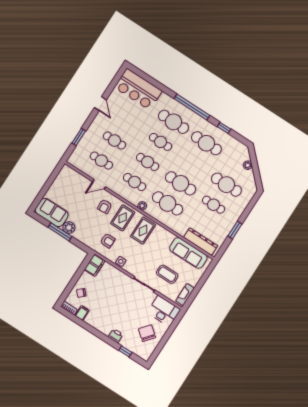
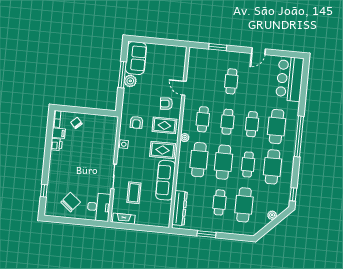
window: (224, 128) -> (293, 194), moved
cafe table: (101, 161) -> (248, 165), moved
sofa: (188, 253) -> (166, 180), moved
filing cabinet: (95, 265) -> (108, 122), removed
printer: (116, 336) -> (56, 145), moved

